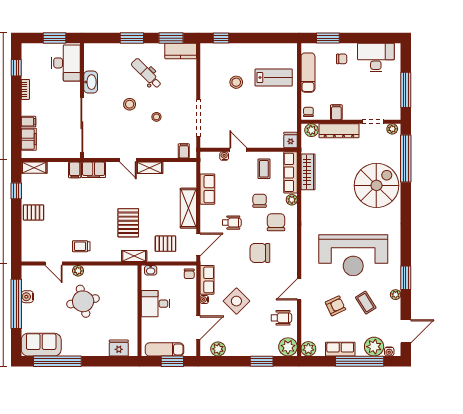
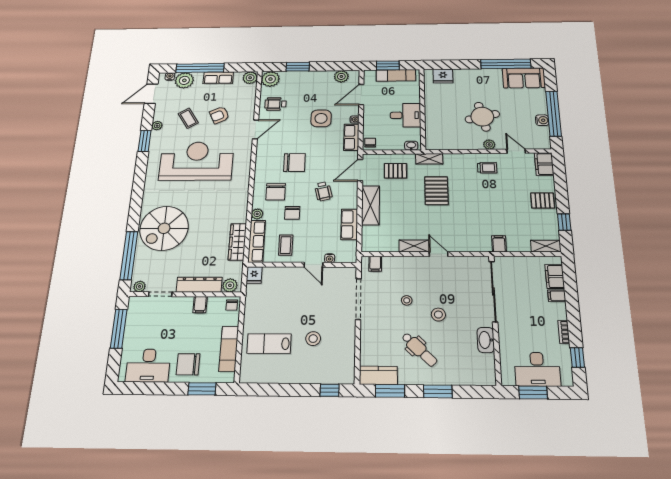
chair: (342, 59) -> (188, 364), width x1.87, depth x1.87
desk: (66, 63) -> (537, 369), moved, turned -90
filing cabinet: (94, 170) -> (544, 164), moved, turned -90
wheelchair: (232, 223) -> (323, 191), turned -103
side table: (236, 301) -> (321, 118), turned 45

